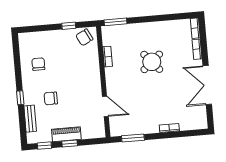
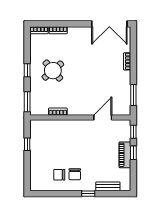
window: (150, 19) -> (27, 70), added
chair: (84, 37) -> (39, 131), removed
round table: (152, 62) -> (53, 71), moved
double door: (207, 85) -> (109, 24), moved
chair: (51, 98) -> (75, 174), moved
window: (44, 146) -> (133, 132), moved

